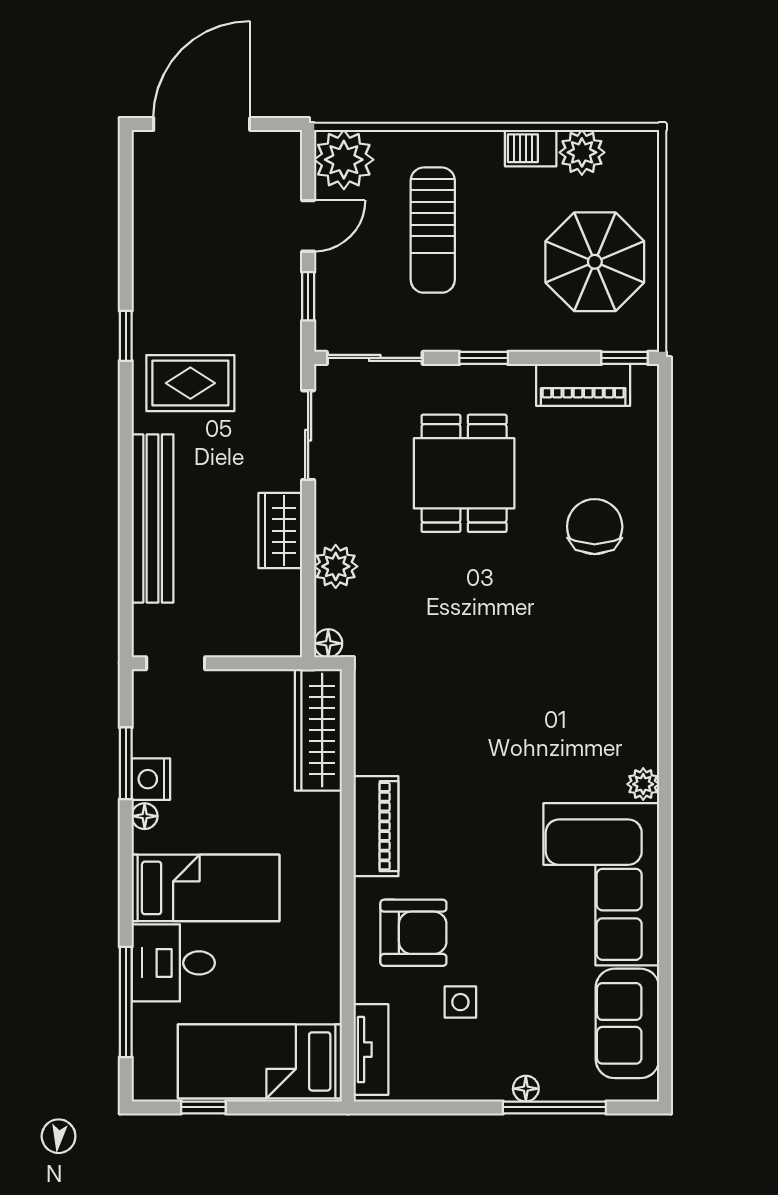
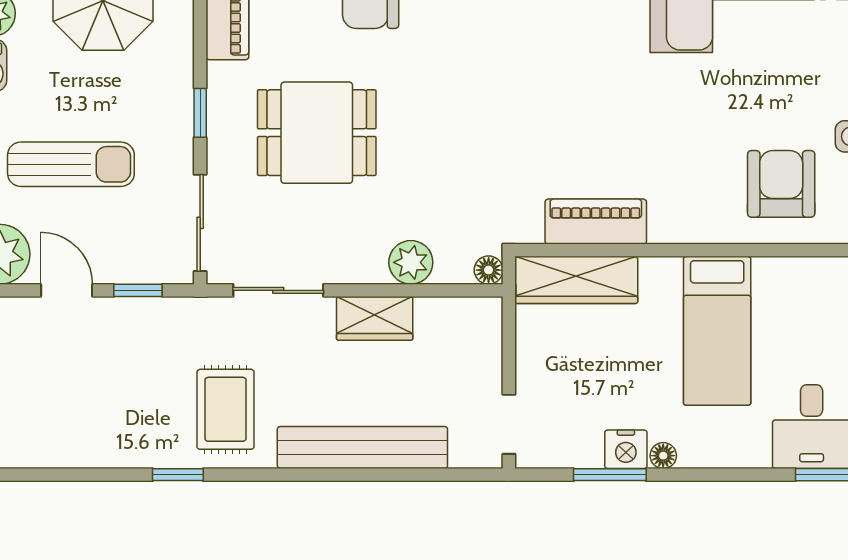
piano: (376, 826) -> (596, 222), moved
bed: (205, 888) -> (717, 331), moved, turned 180

